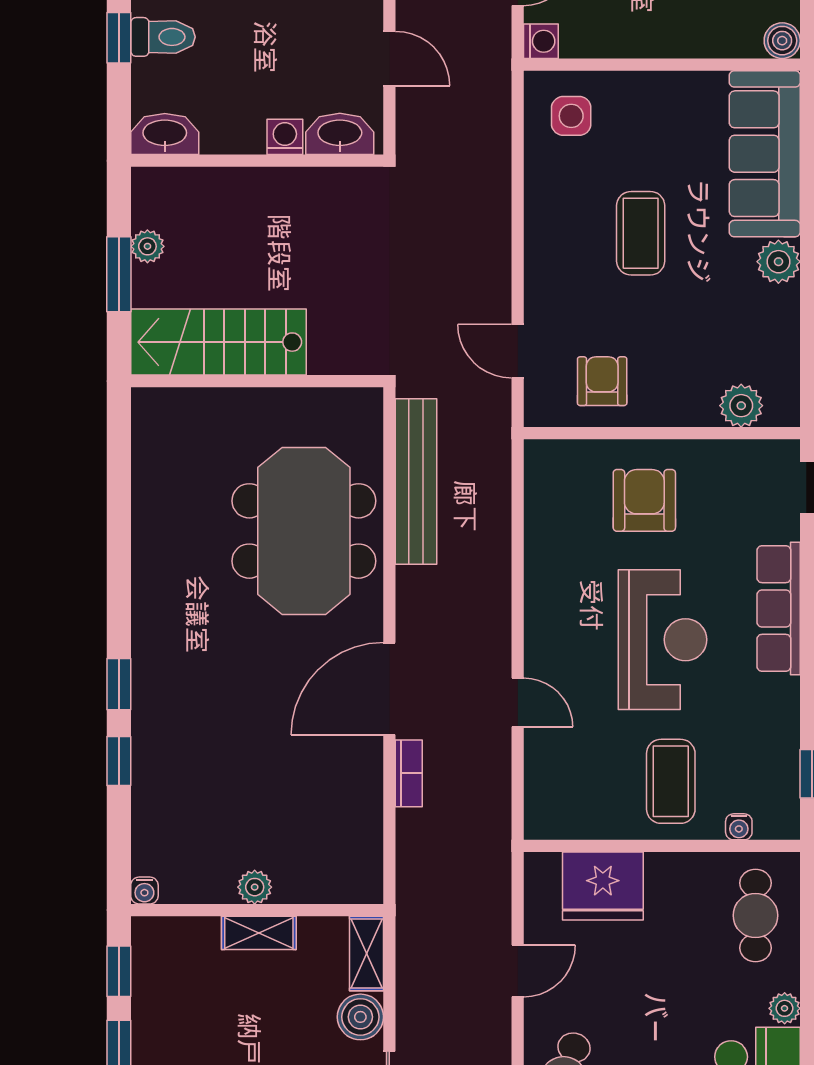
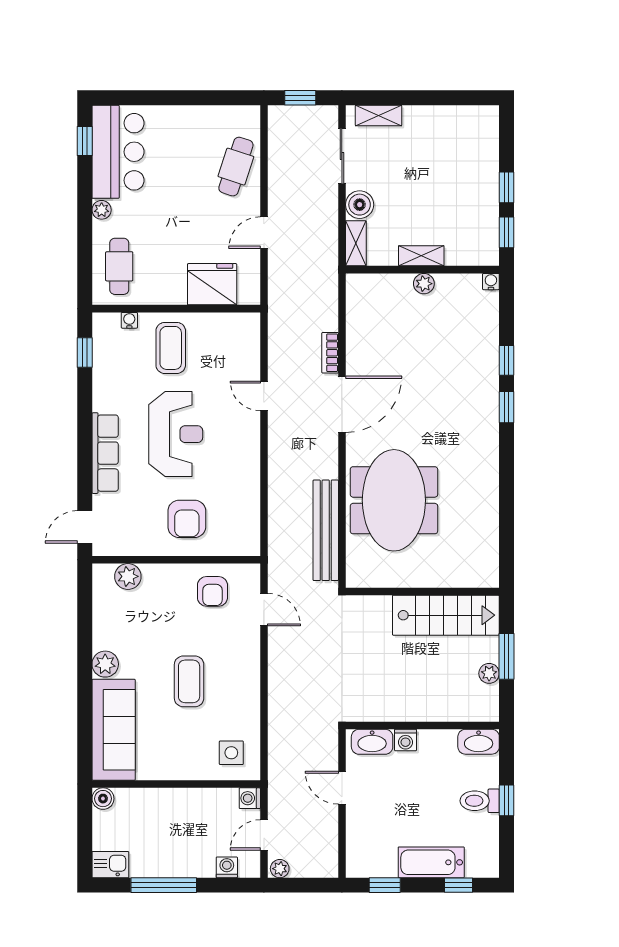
reception desk: (663, 640) -> (176, 434), turned 180

